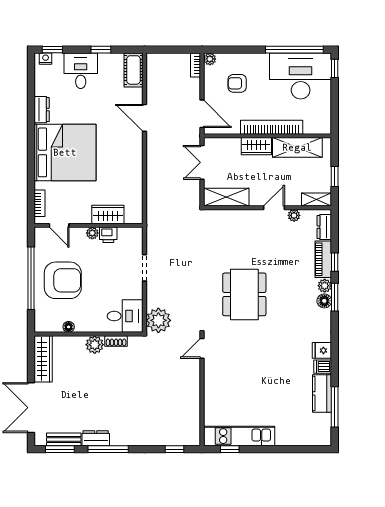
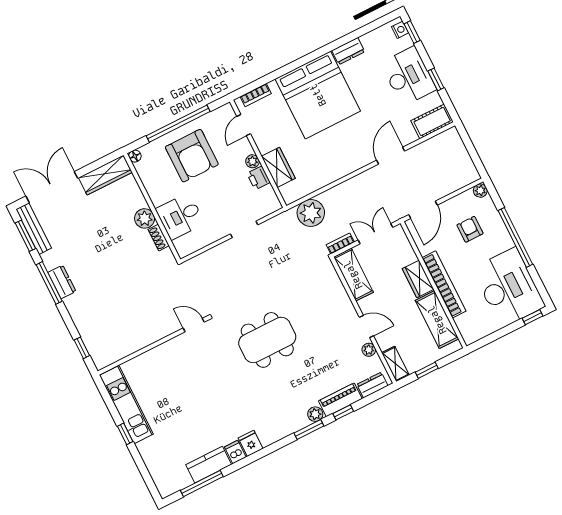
window: (294, 50) -> (515, 237), moved
bookcase: (196, 65) -> (340, 244), moved
desk: (81, 71) -> (408, 76), width x1.37
floor lamp: (324, 301) -> (300, 421), removed
desk: (125, 316) -> (180, 216), moved, turned 90
plant: (158, 320) -> (311, 213), moved
floor lamp: (69, 327) -> (135, 156), moved
dresser: (96, 438) -> (62, 282), moved
bench: (64, 439) -> (34, 229), width x1.36
window: (230, 449) -> (125, 434), moved

